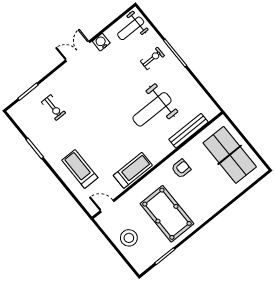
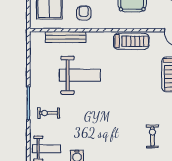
armchair: (181, 169) -> (84, 13), moved, turned 90
treadmill: (133, 170) -> (131, 41), turned 180

